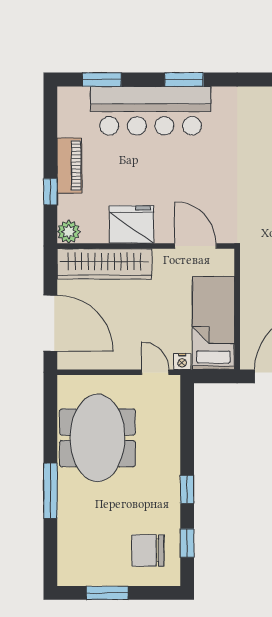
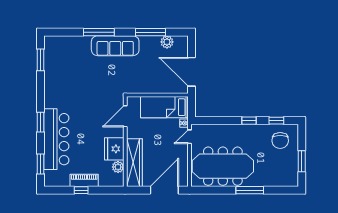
window: (50, 192) -> (81, 190), moved
plant: (69, 232) -> (118, 167), moved
meeting table: (97, 438) -> (223, 166), width x1.36

